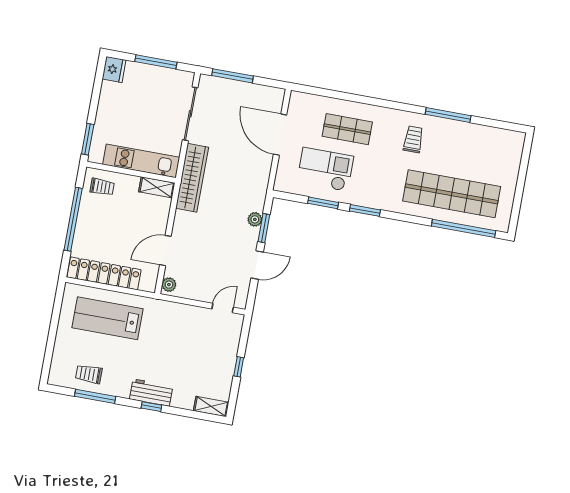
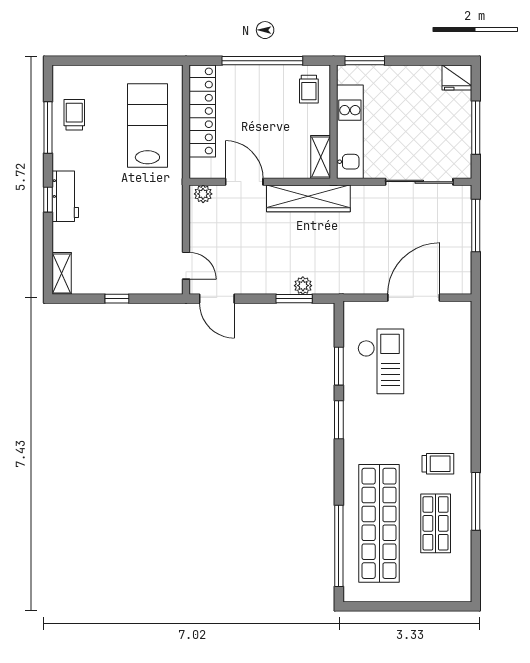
shop shelf: (347, 129) -> (436, 523), moved
wardrobe: (192, 178) -> (308, 198), moved
door: (257, 265) -> (217, 299), moved

